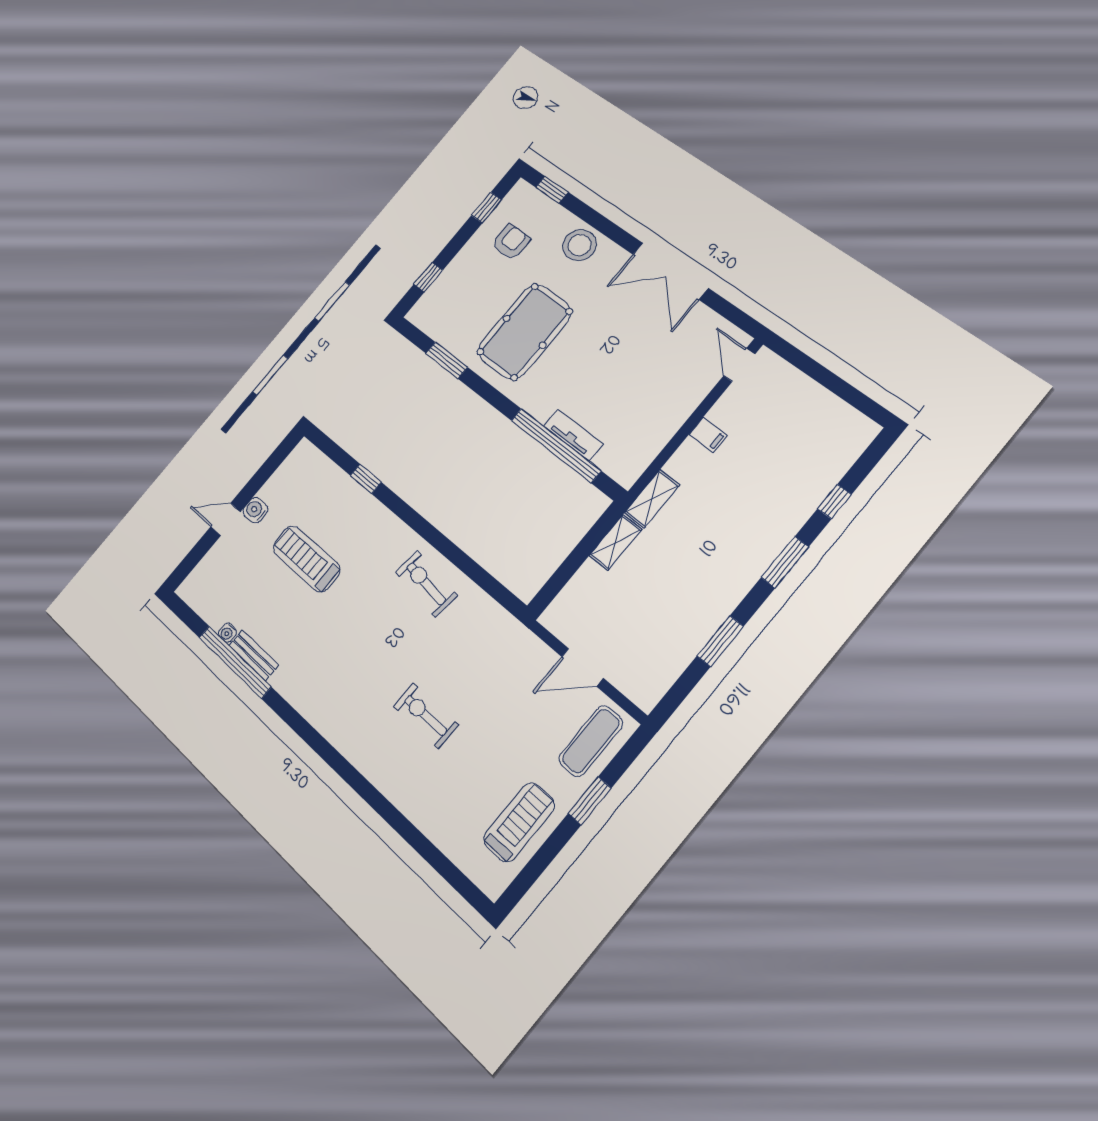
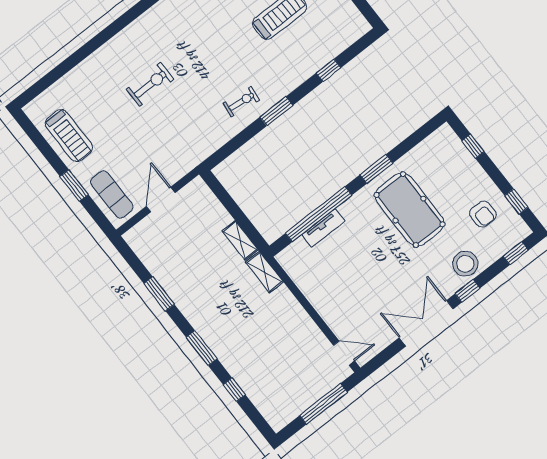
window: (614, 233) -> (467, 291), added
window: (447, 360) -> (376, 169), moved
window: (820, 374) -> (323, 404), added
filing cabinet: (708, 435) -> (300, 320), removed
window: (430, 534) -> (276, 111), added
exercise bike: (426, 584) -> (241, 102), width x0.73, depth x0.72

